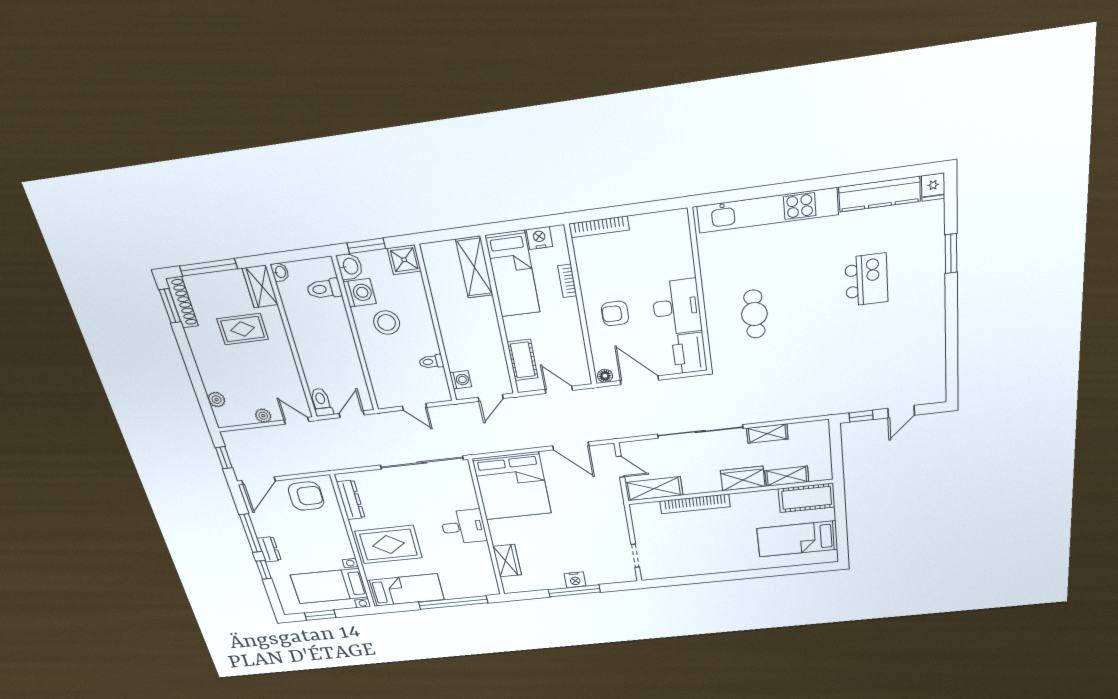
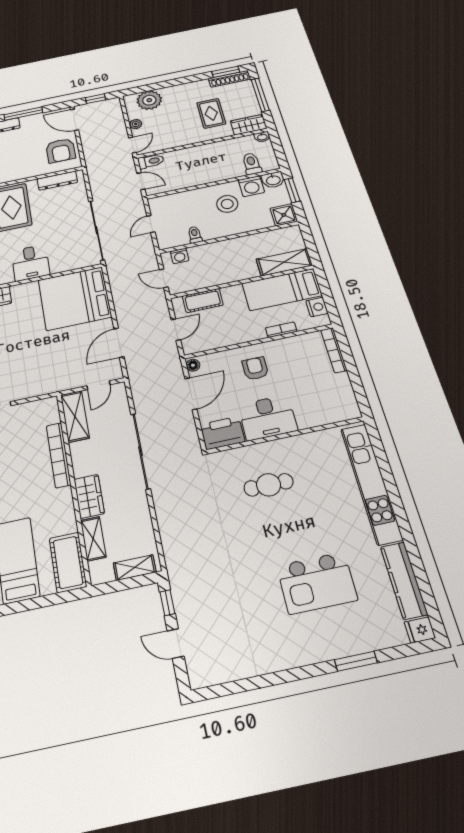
kitchen island: (866, 280) -> (317, 583), width x1.37, depth x1.28
plant: (217, 400) -> (149, 100), width x1.88, depth x1.88
shelving: (767, 434) -> (135, 568), moved, turned 90

